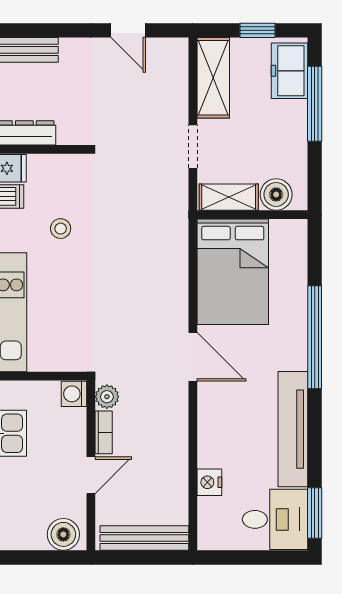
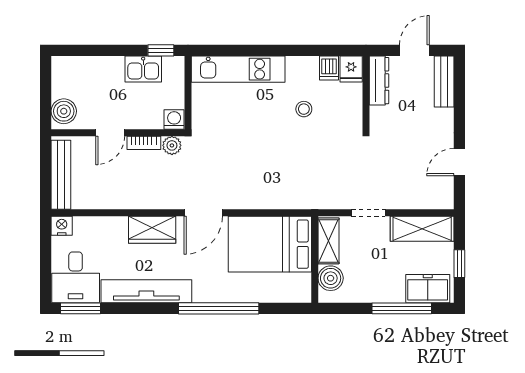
wardrobe: (214, 422) -> (152, 230), added
door: (91, 475) -> (110, 133), hinge flipped
nightstand: (209, 482) -> (62, 226), moved

